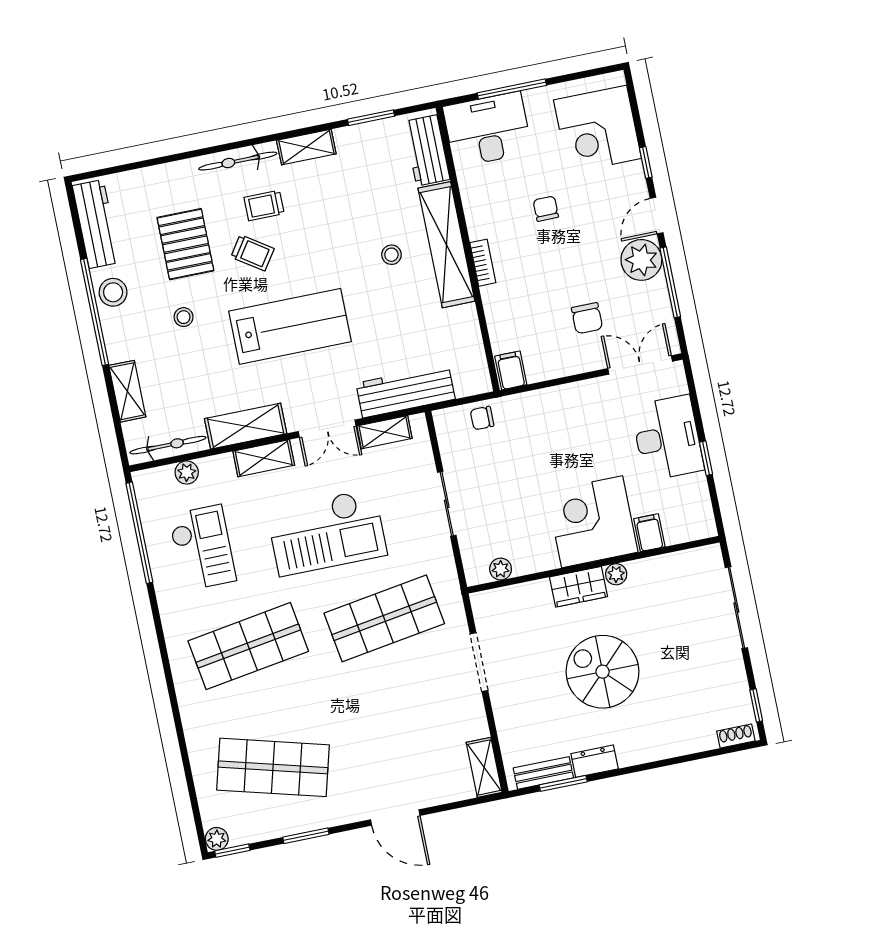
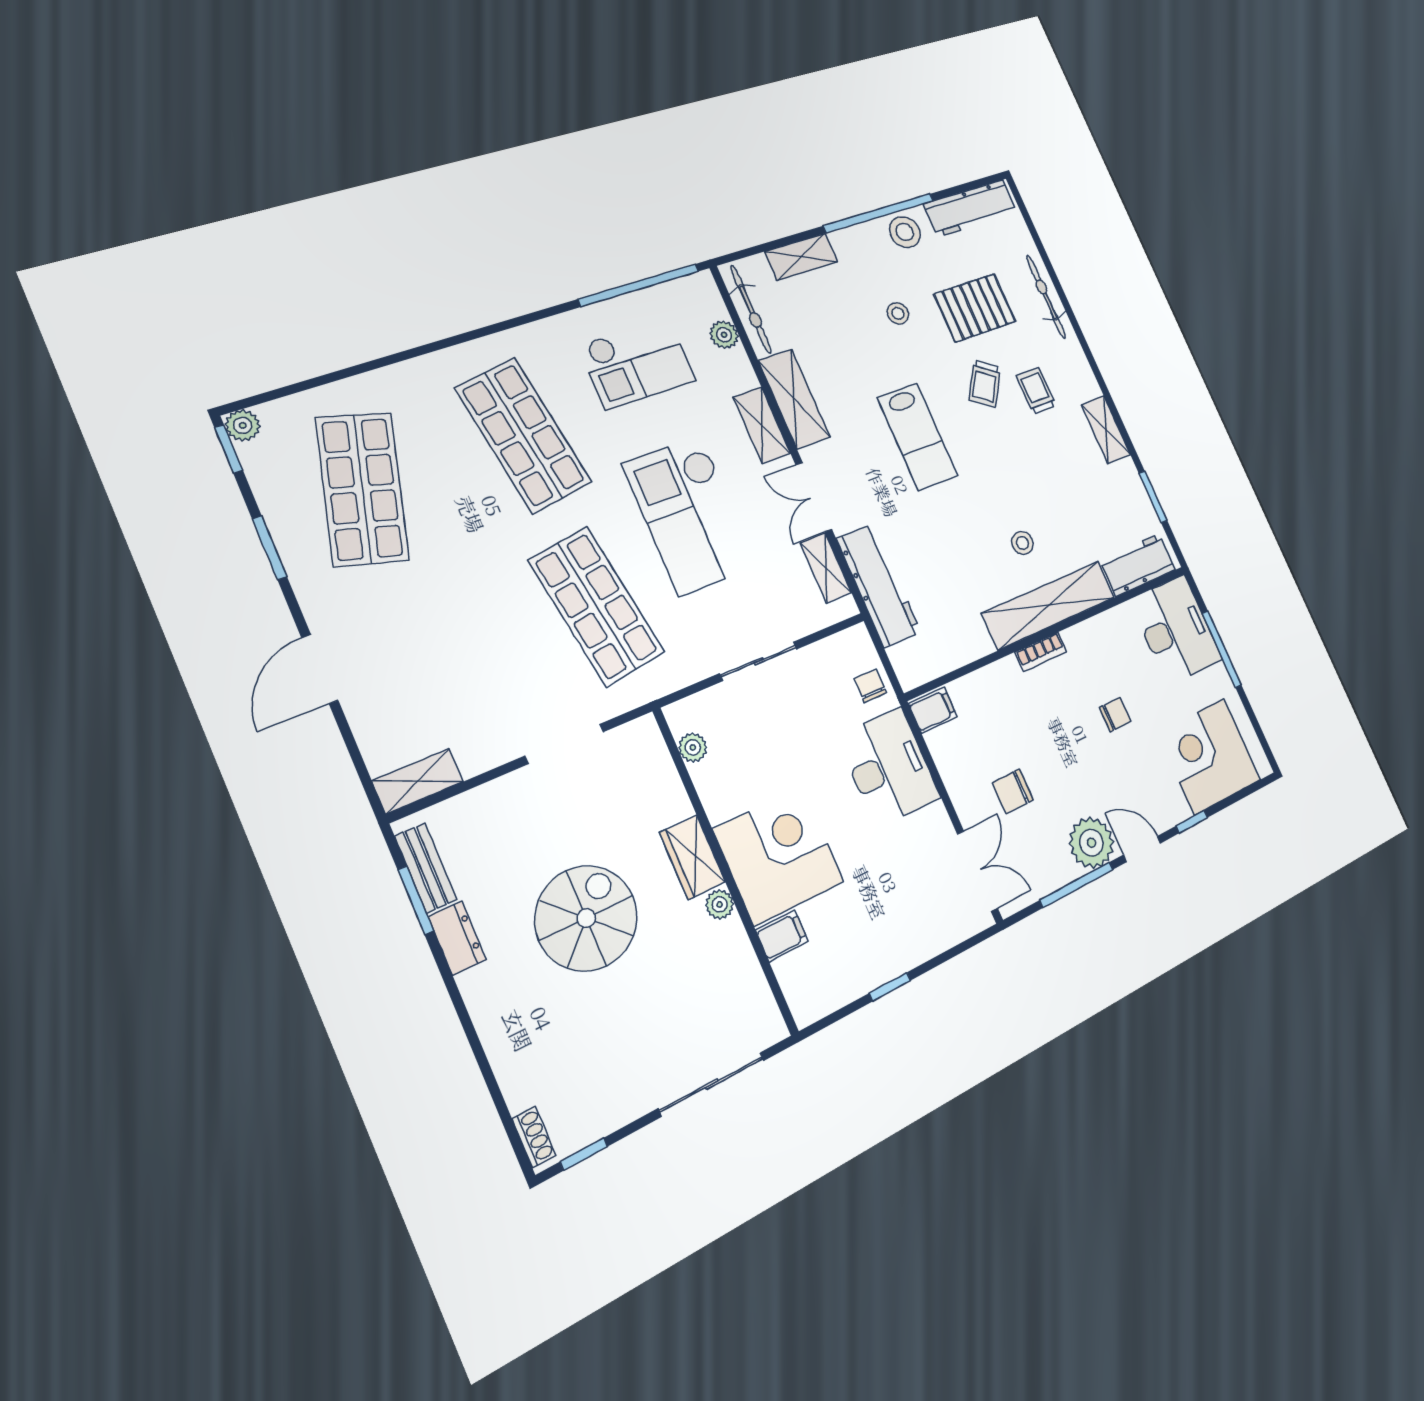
bicycle: (238, 161) -> (1046, 297), moved
lab bench: (290, 326) -> (917, 437), width x0.73, depth x0.72
desk: (667, 438) -> (889, 767), moved, turned -90

